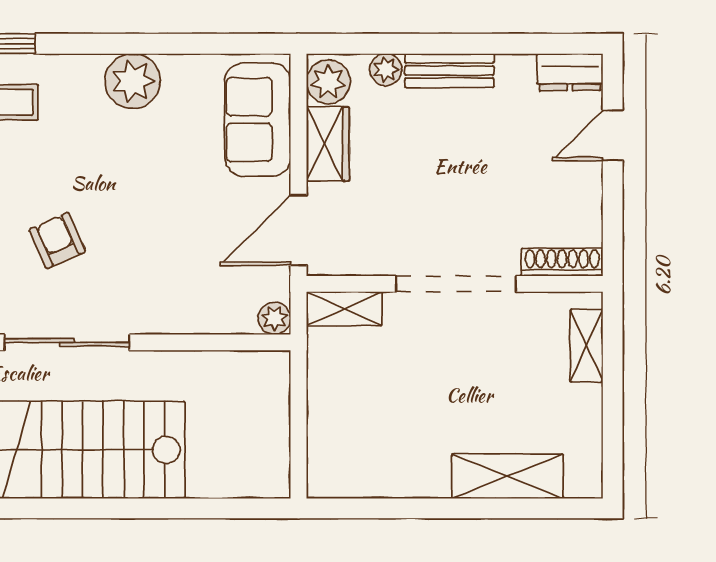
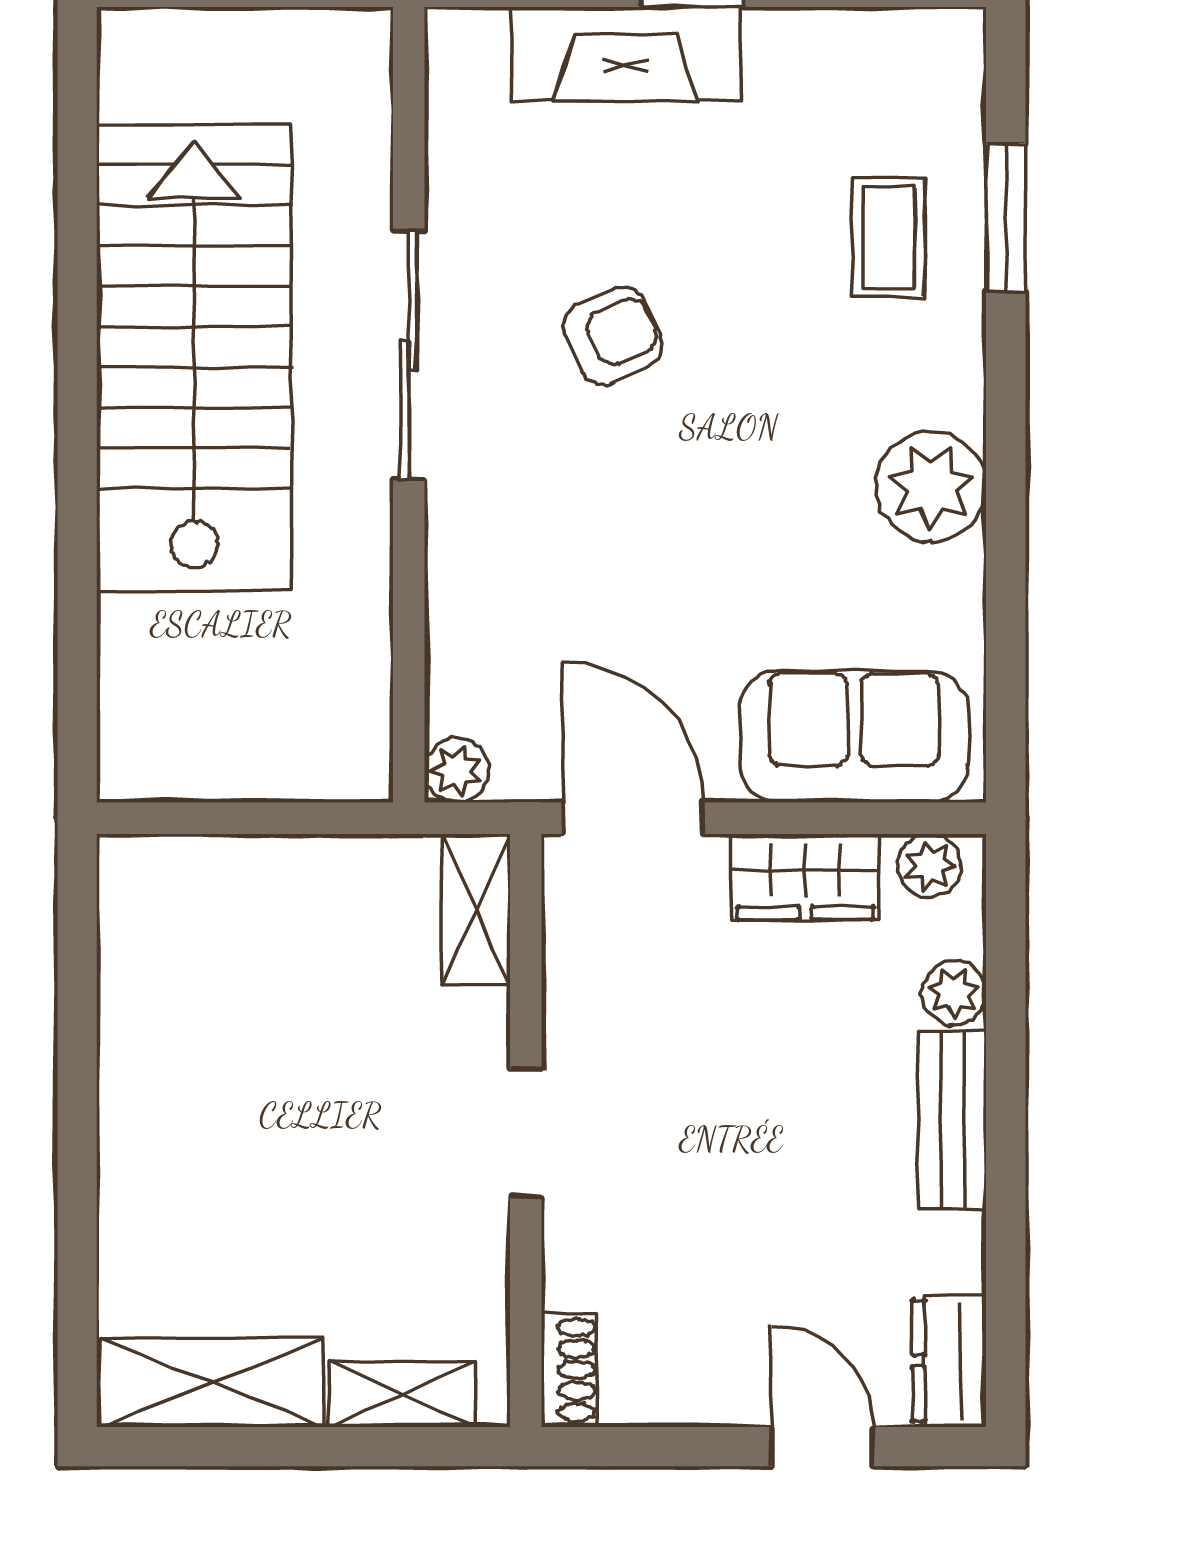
plant: (328, 82) -> (930, 866), width x0.73, depth x0.73
shoe rack: (562, 262) -> (569, 1370), width x0.70
doorway: (456, 284) -> (526, 1133), width x0.53
shelving: (507, 476) -> (212, 1383), moved, turned 90

